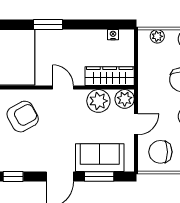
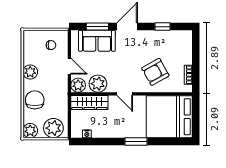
plant: (157, 36) -> (53, 128), width x1.87, depth x1.87
door: (136, 124) -> (69, 66), swing flipped
chair: (160, 152) -> (51, 45), width x0.54, depth x0.54

